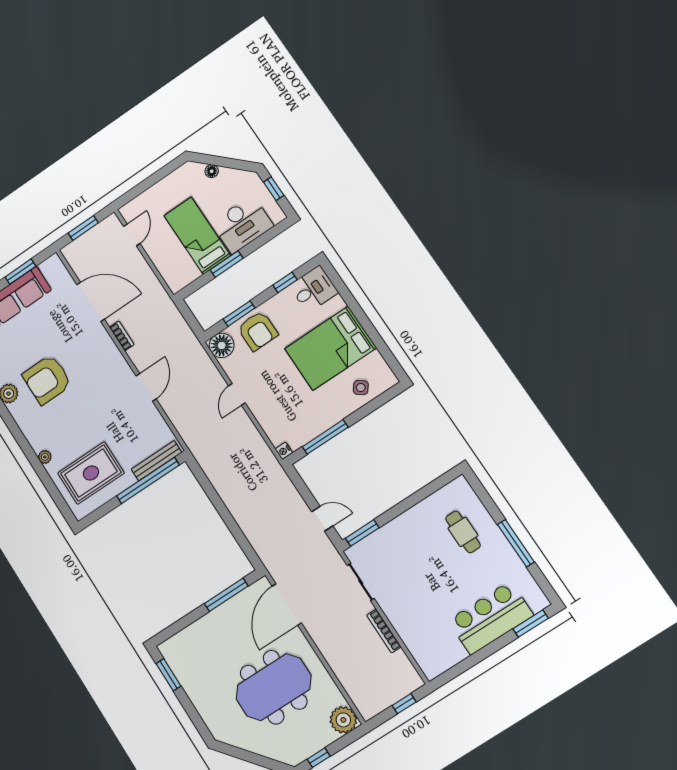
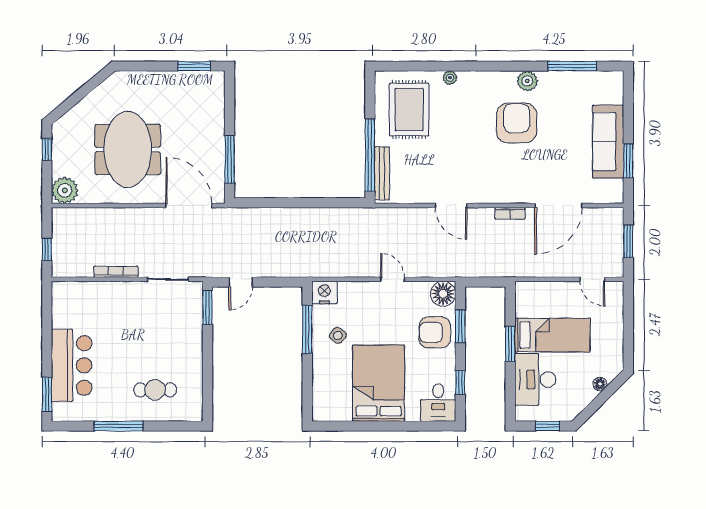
side table: (361, 388) -> (338, 335), moved
nightstand: (284, 451) -> (324, 292), width x1.89, depth x1.79

